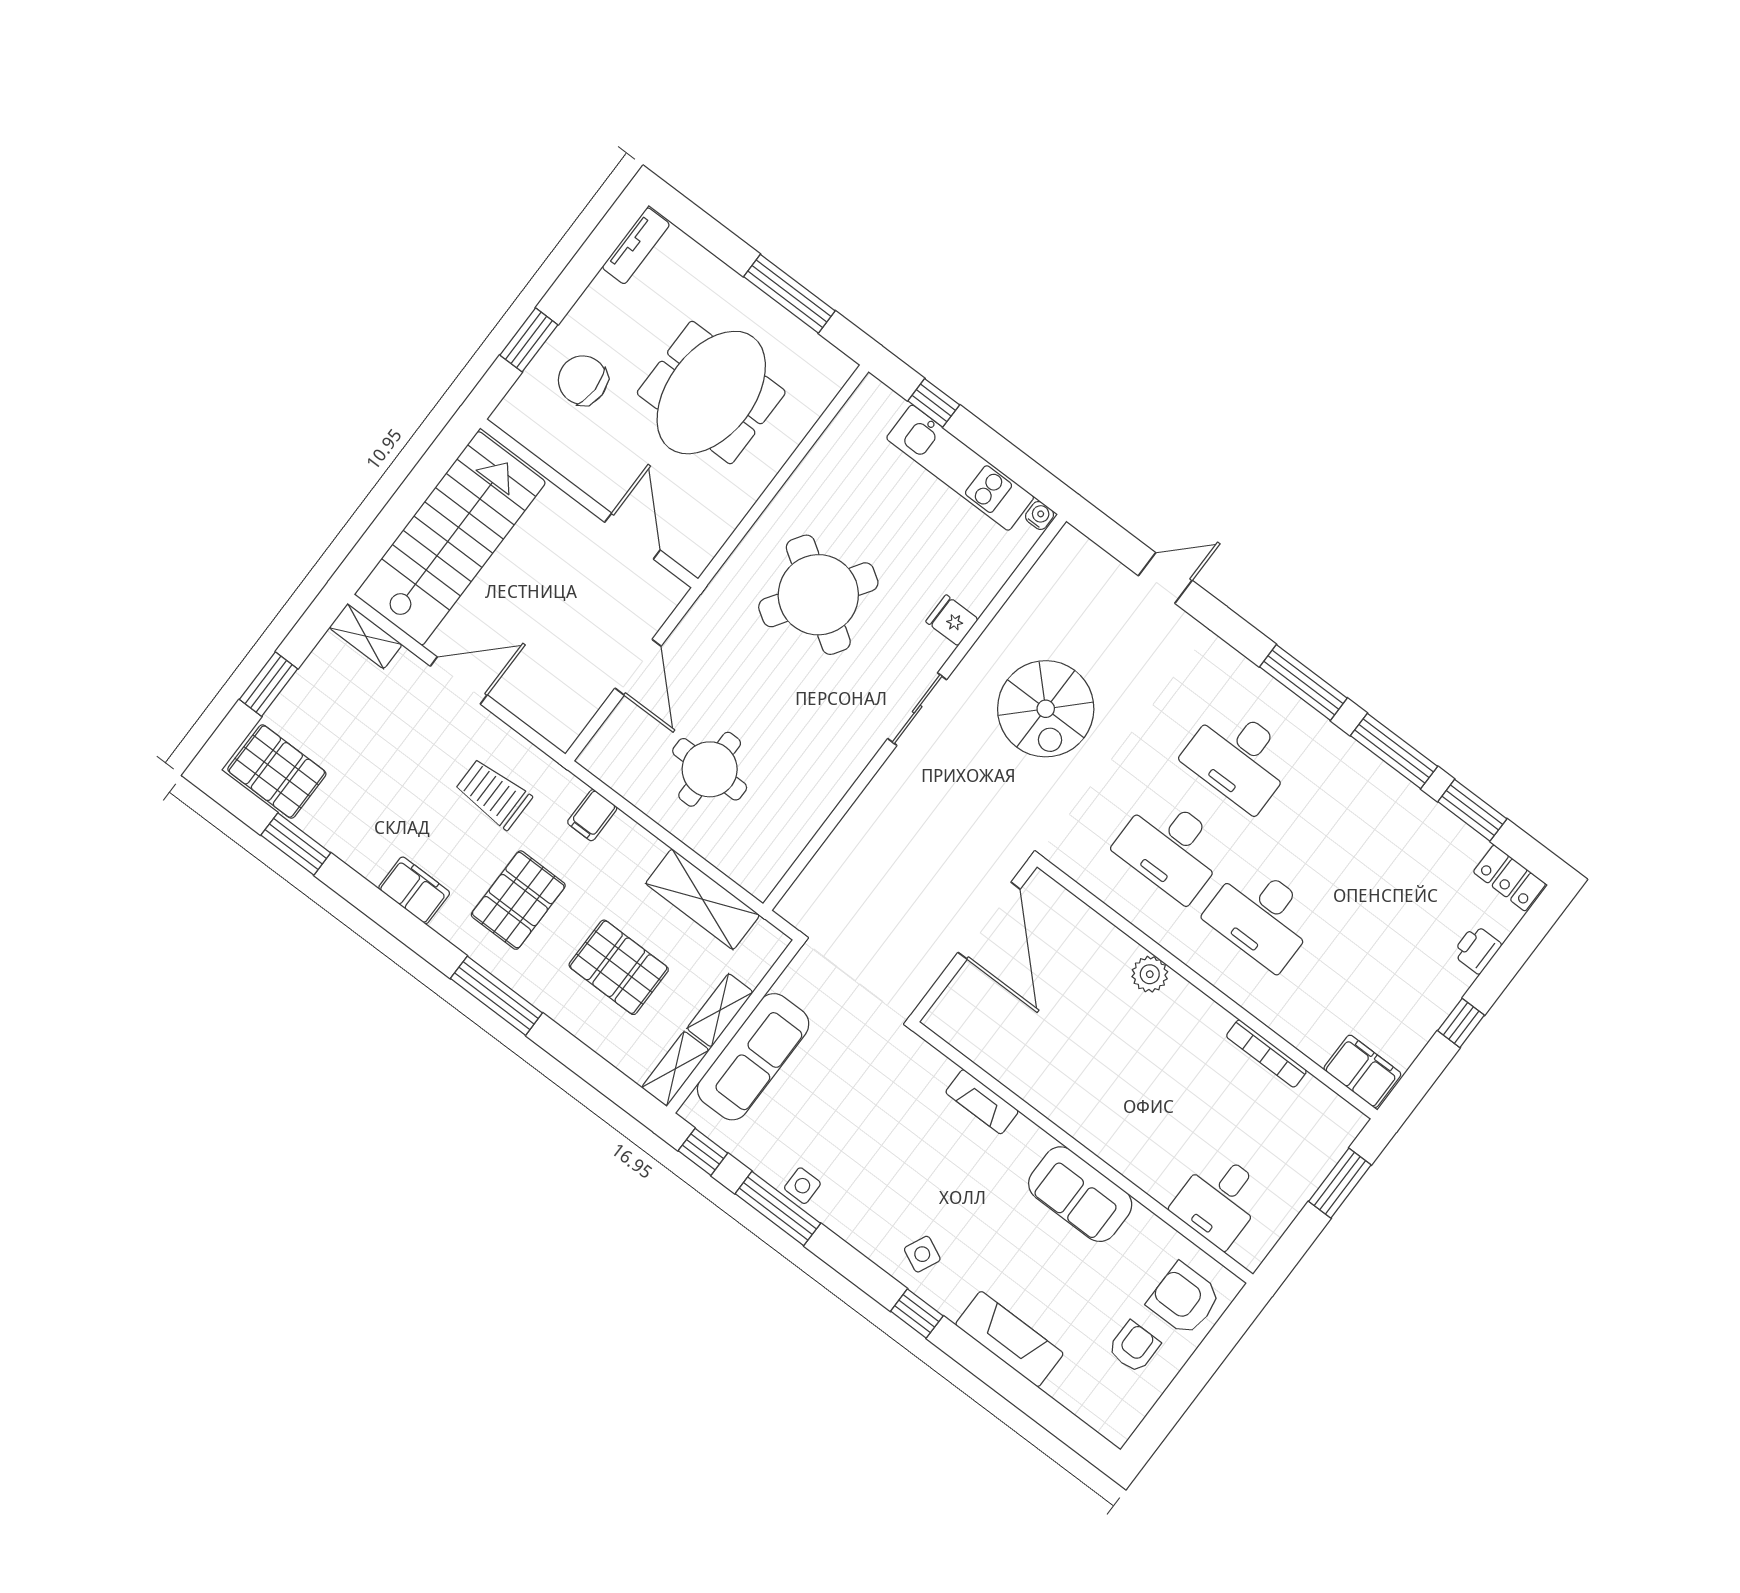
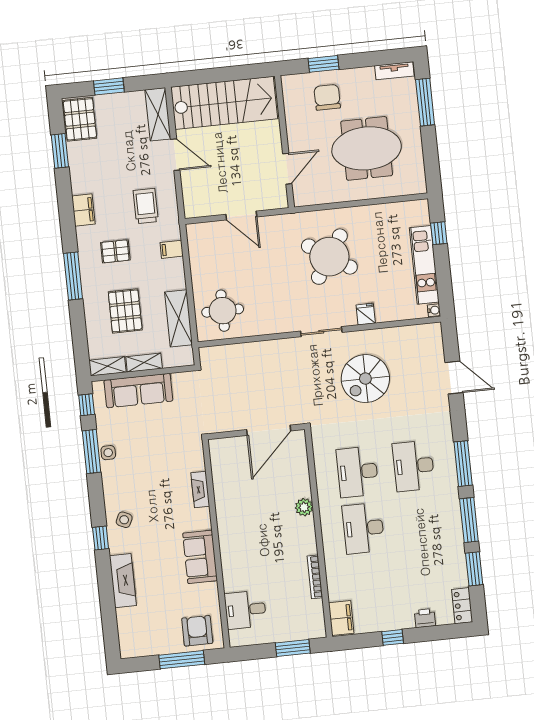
window: (789, 294) -> (425, 102), moved
door: (1165, 578) -> (454, 377), width x1.38
shelving: (366, 636) -> (158, 114), width x1.50, depth x1.33
door: (638, 667) -> (241, 216), hinge flipped
round table: (710, 769) -> (223, 311), moved
pallet: (518, 900) -> (115, 251), width x0.67, depth x0.71
armchair: (1134, 1347) -> (163, 629), removed
window: (1205, 1361) -> (182, 660), added

